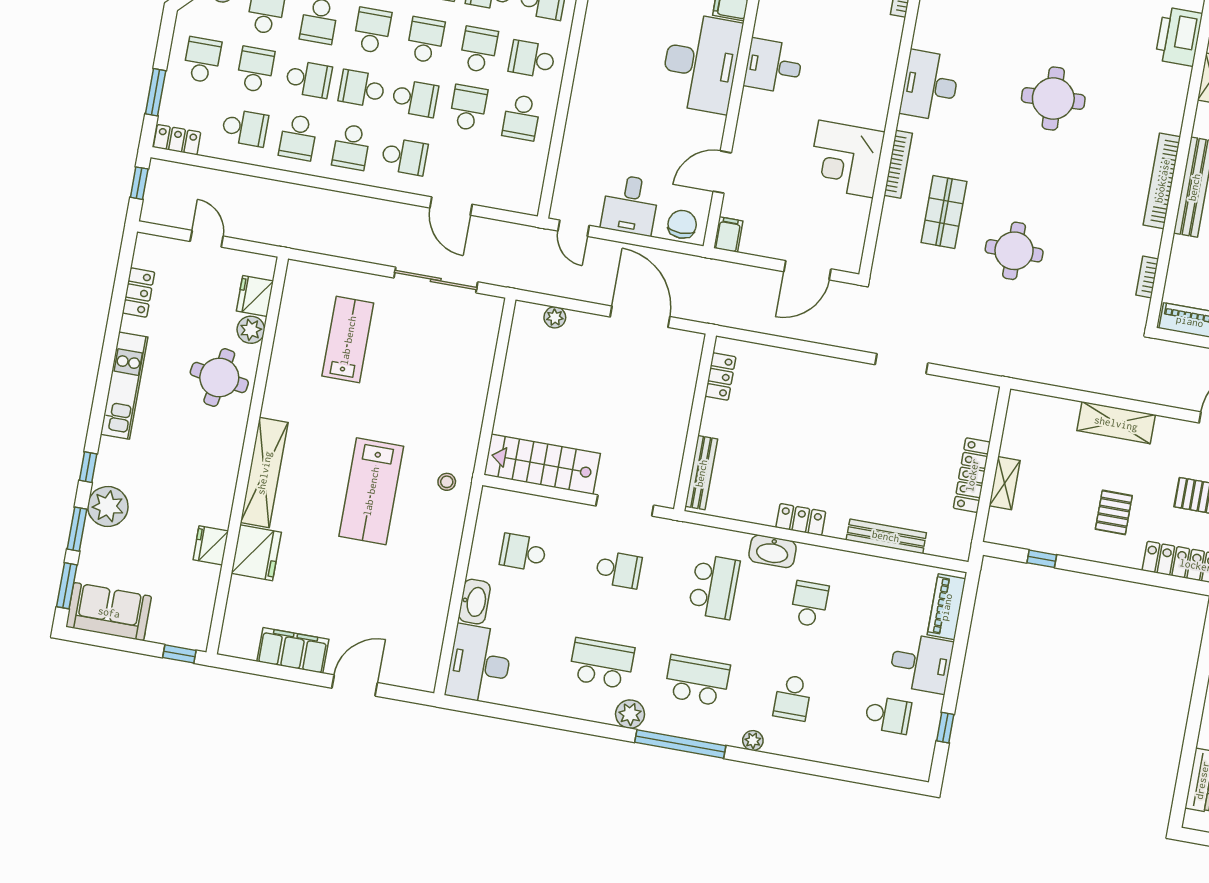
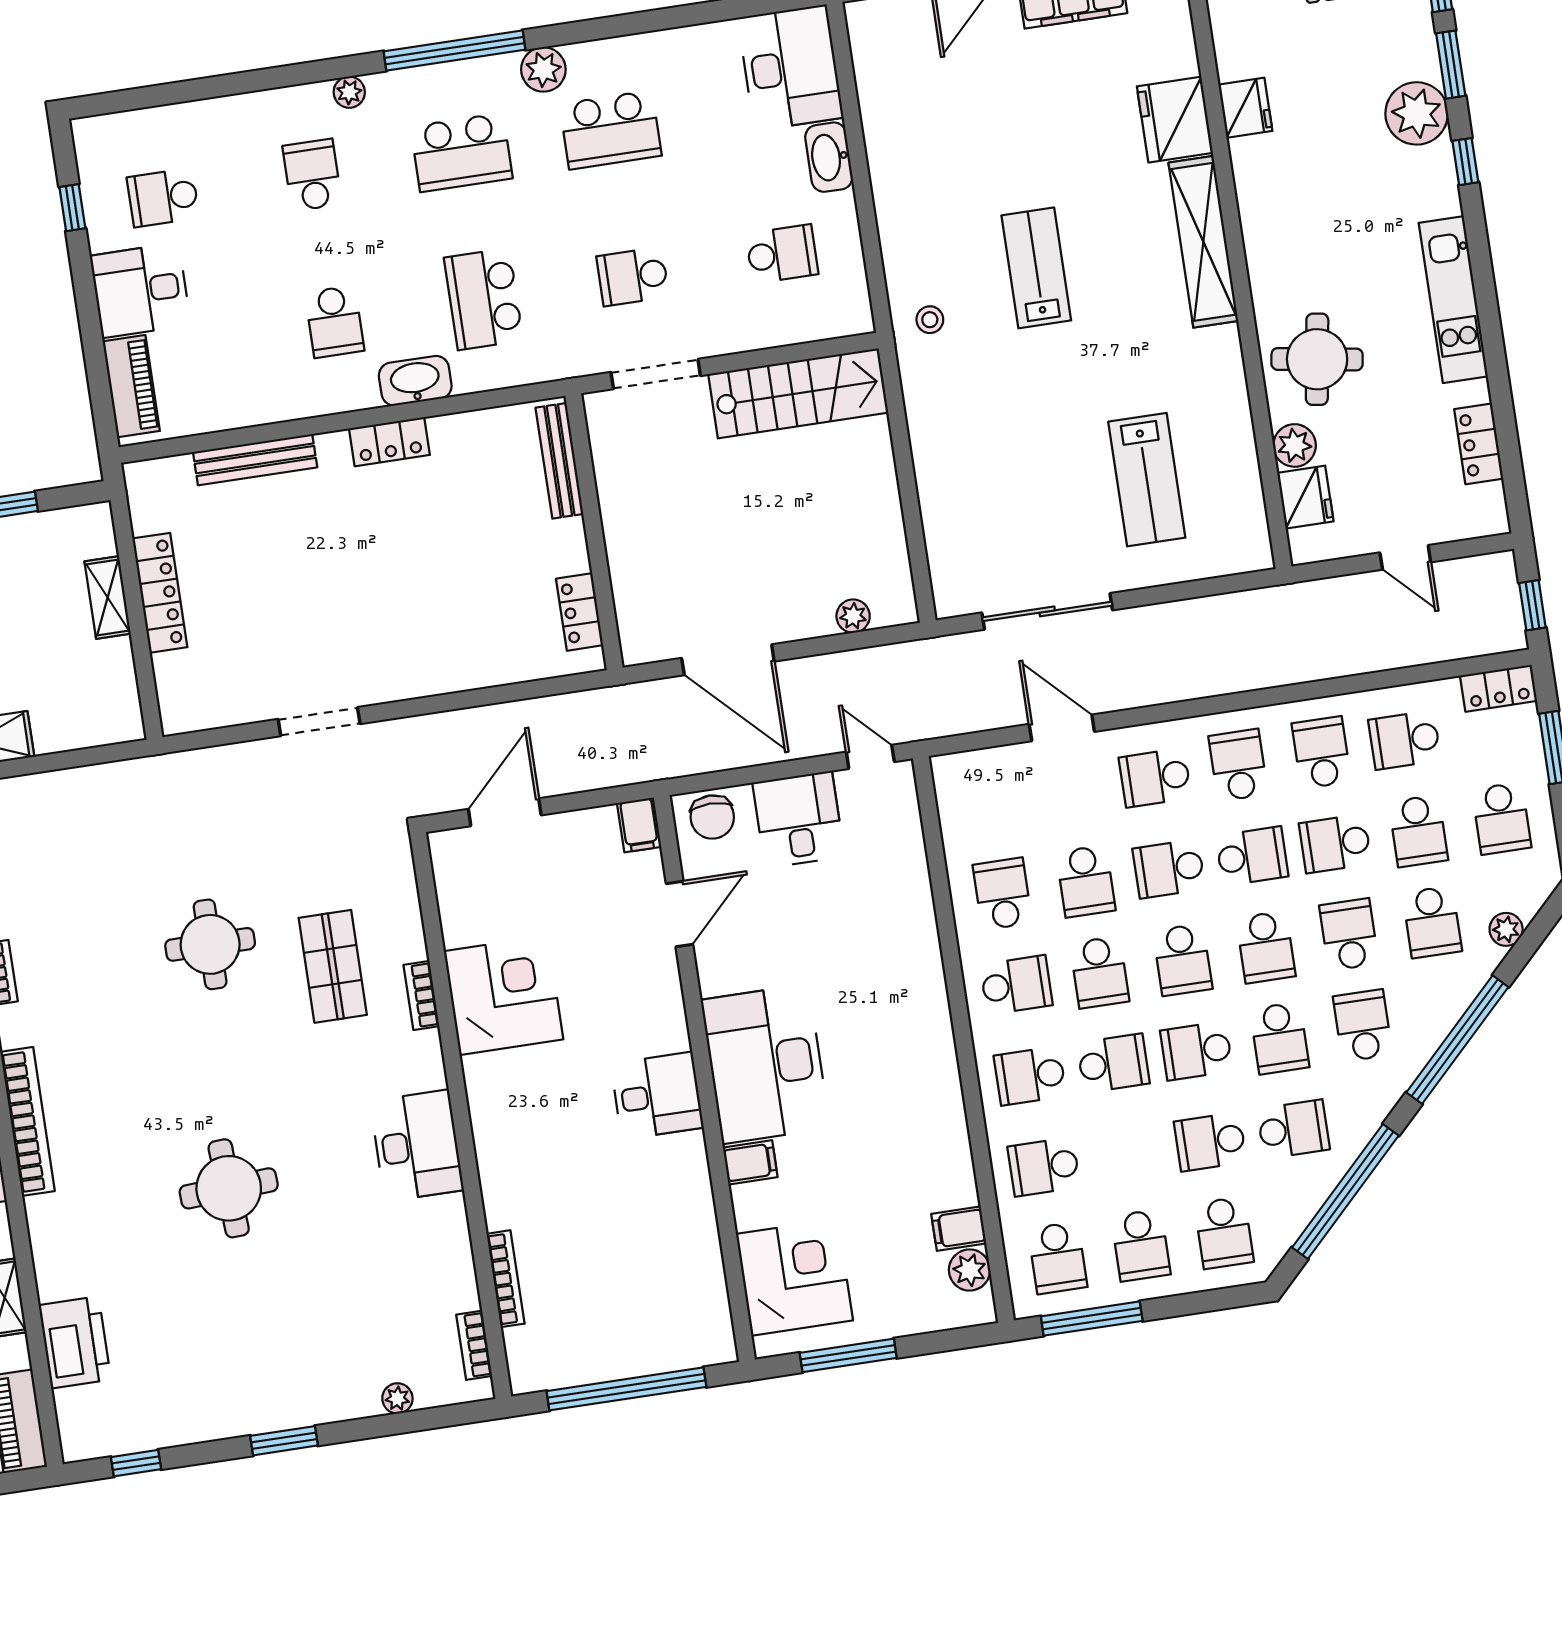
bookcase: (898, 164) -> (421, 996), width x0.64
lab bench: (371, 491) -> (1036, 268), width x0.73, depth x0.72

